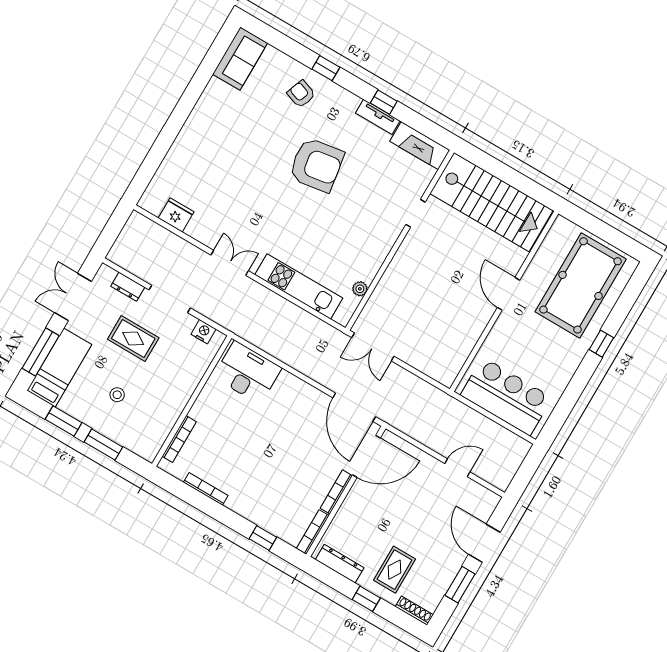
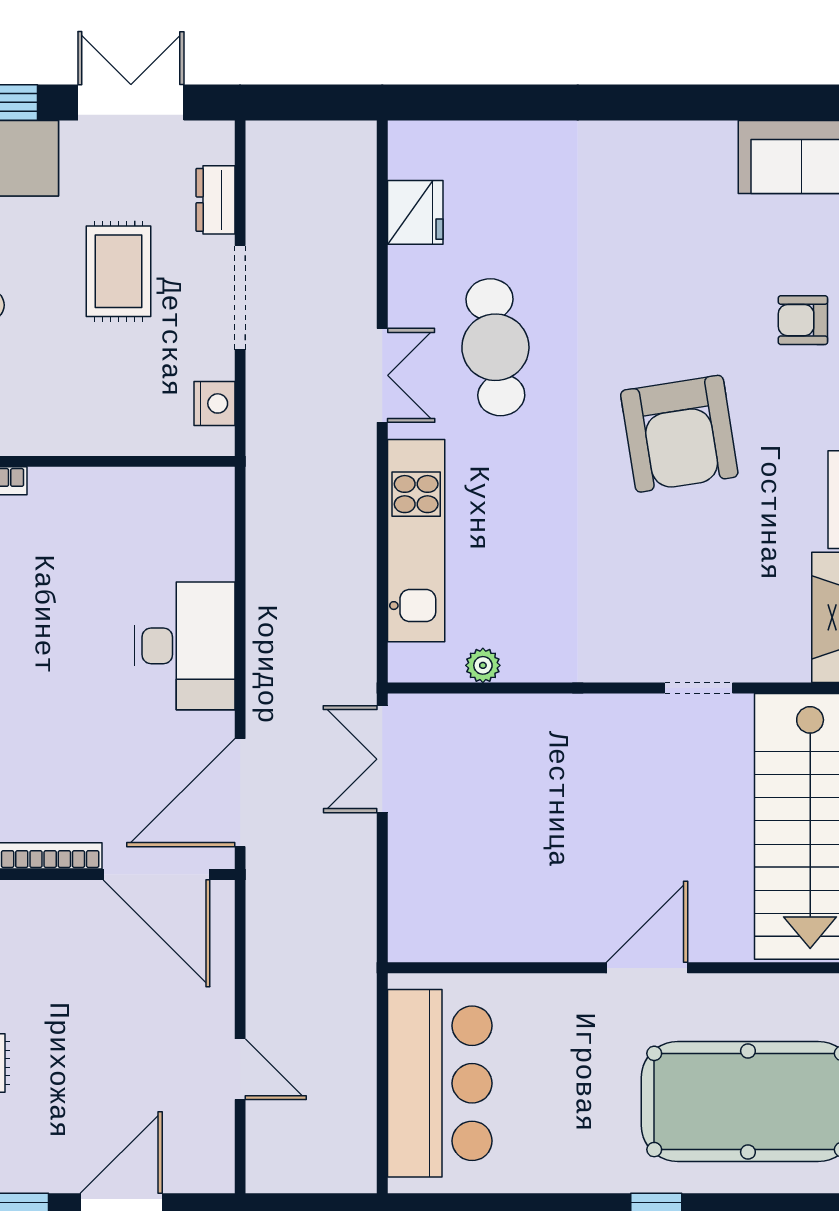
armchair: (301, 94) -> (803, 320), turned -110
cafe table: (244, 215) -> (495, 347), added
desk: (247, 372) -> (184, 646), moved

